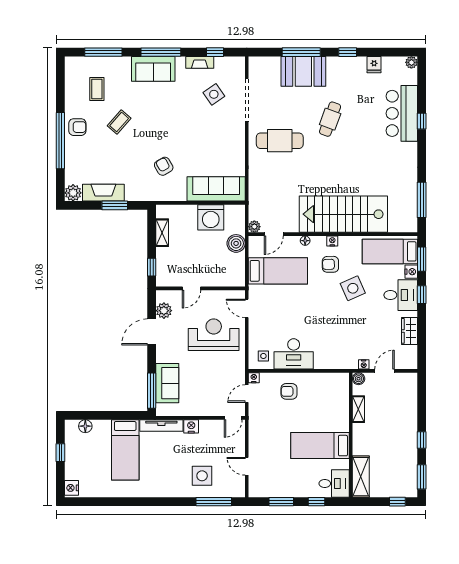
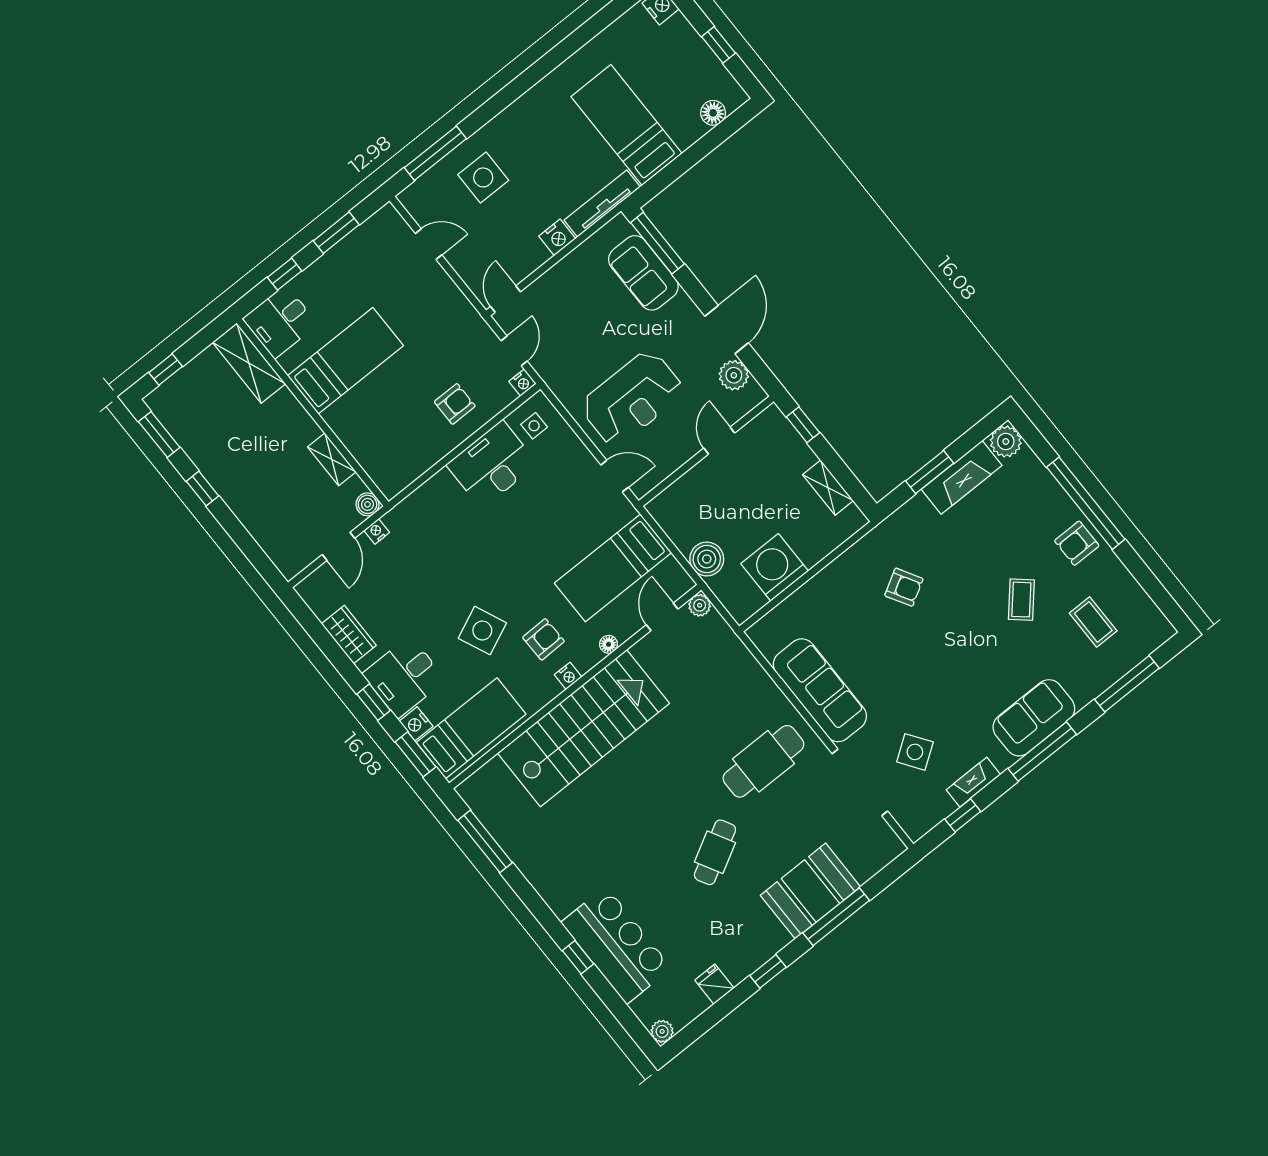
cafe table: (330, 119) -> (715, 852), turned 41
sofa: (216, 189) -> (820, 690), moved, turned -90

